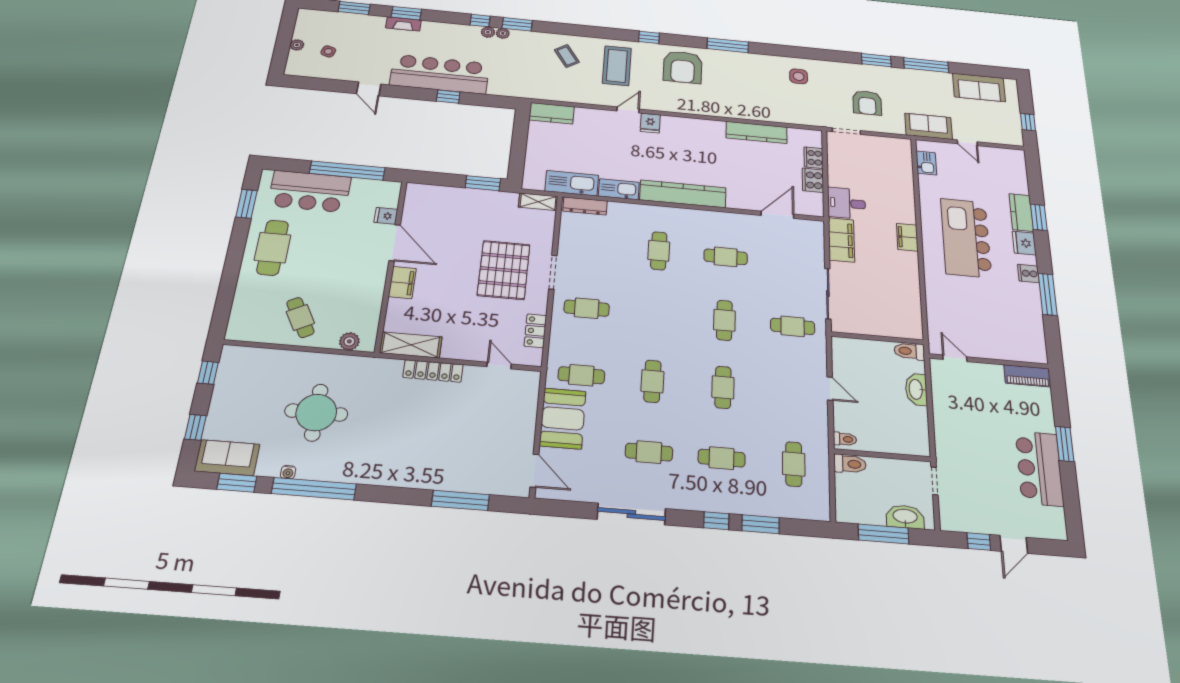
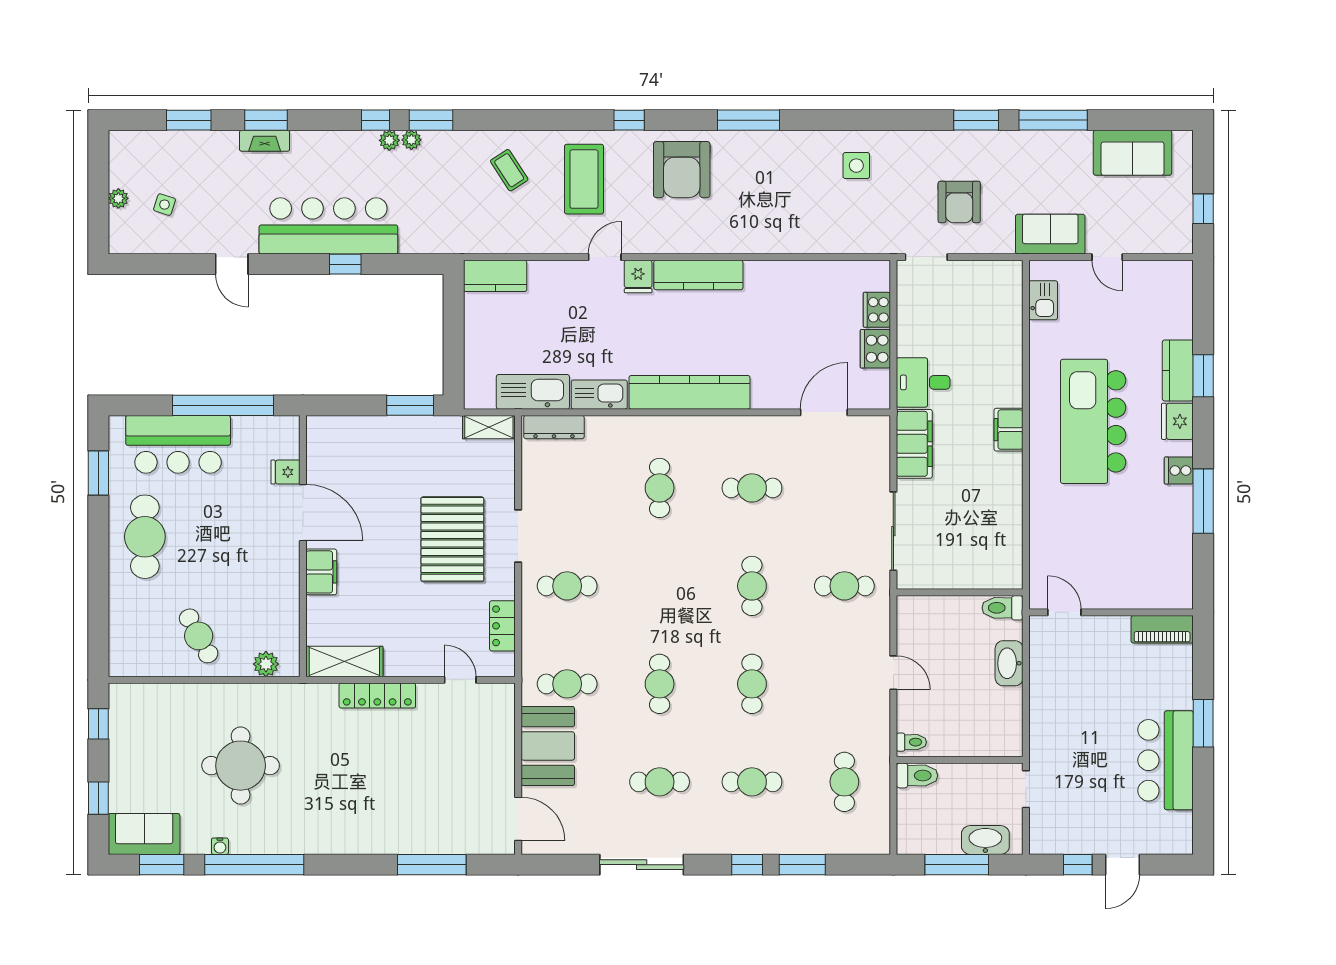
kitchen counter: (757, 132) -> (698, 275), moved

